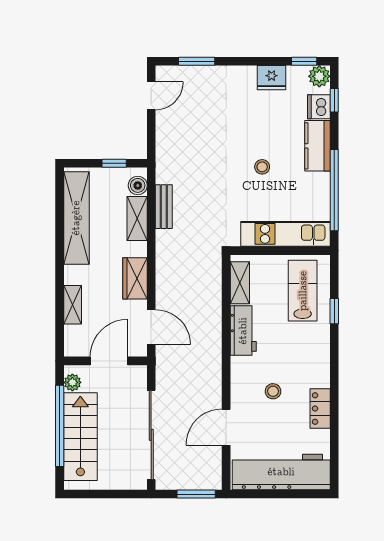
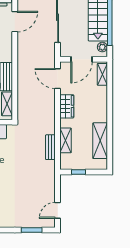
boiler: (138, 185) -> (65, 159), removed
shelving: (76, 218) -> (100, 141), width x0.68
shelving: (73, 305) -> (102, 74), moved

